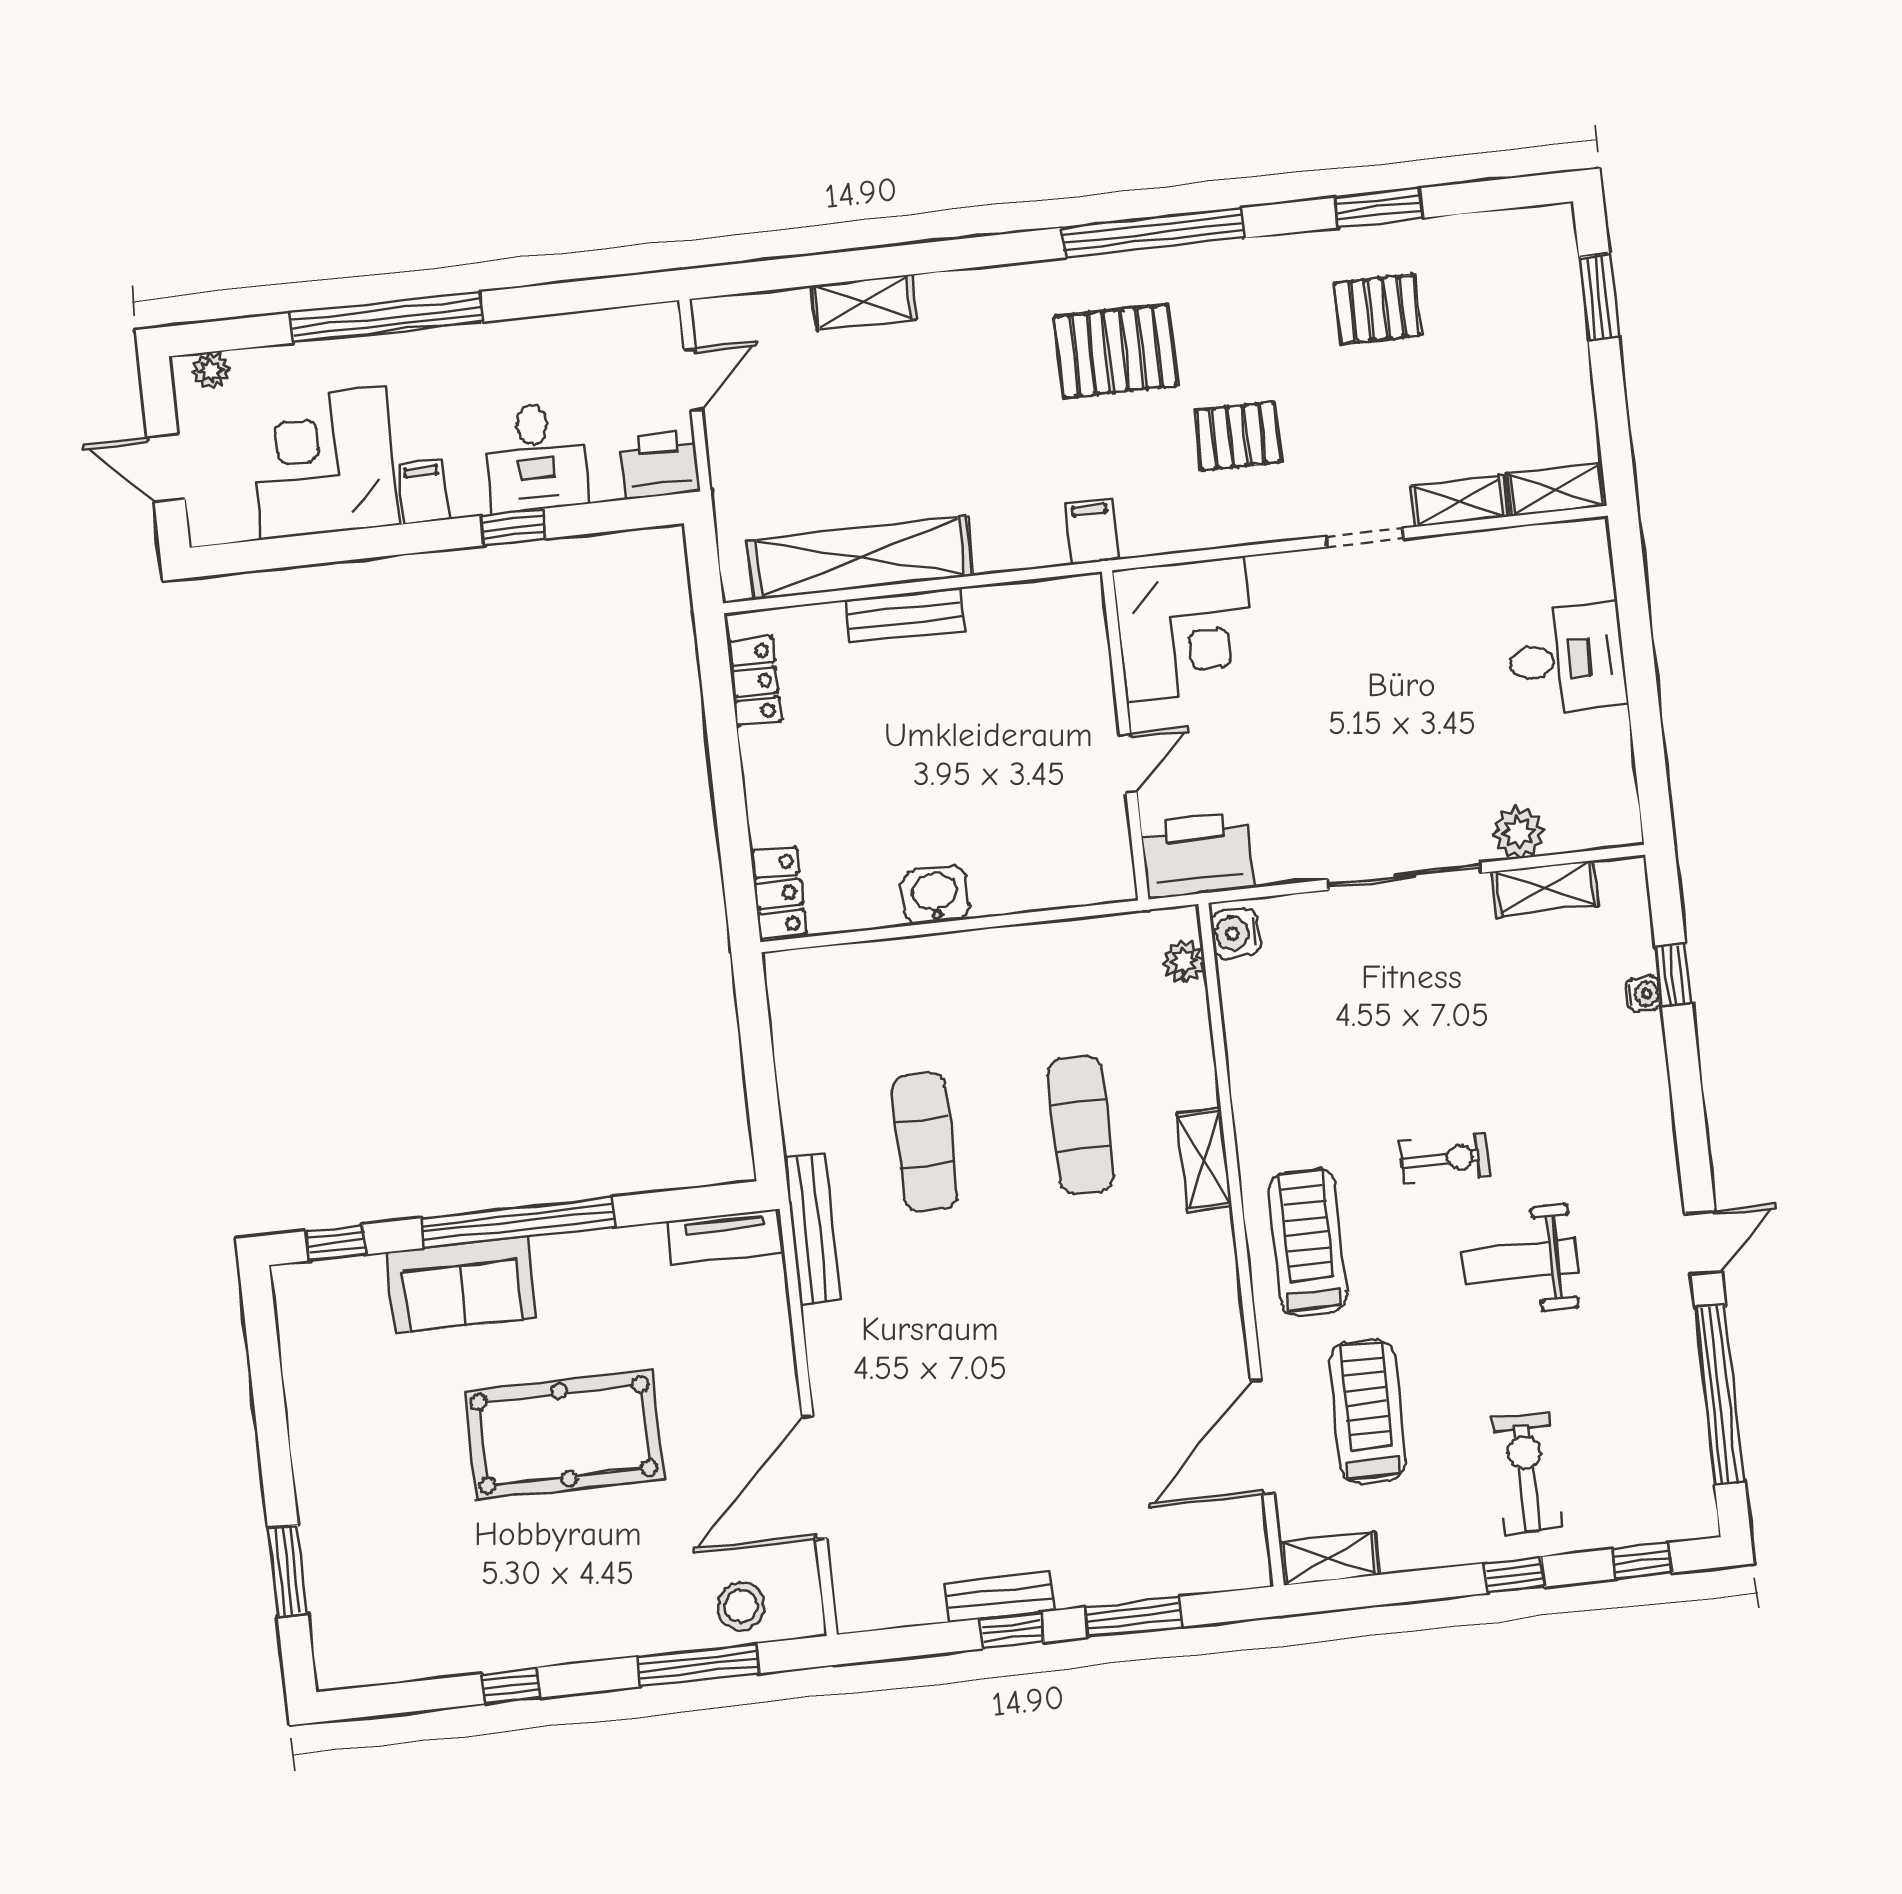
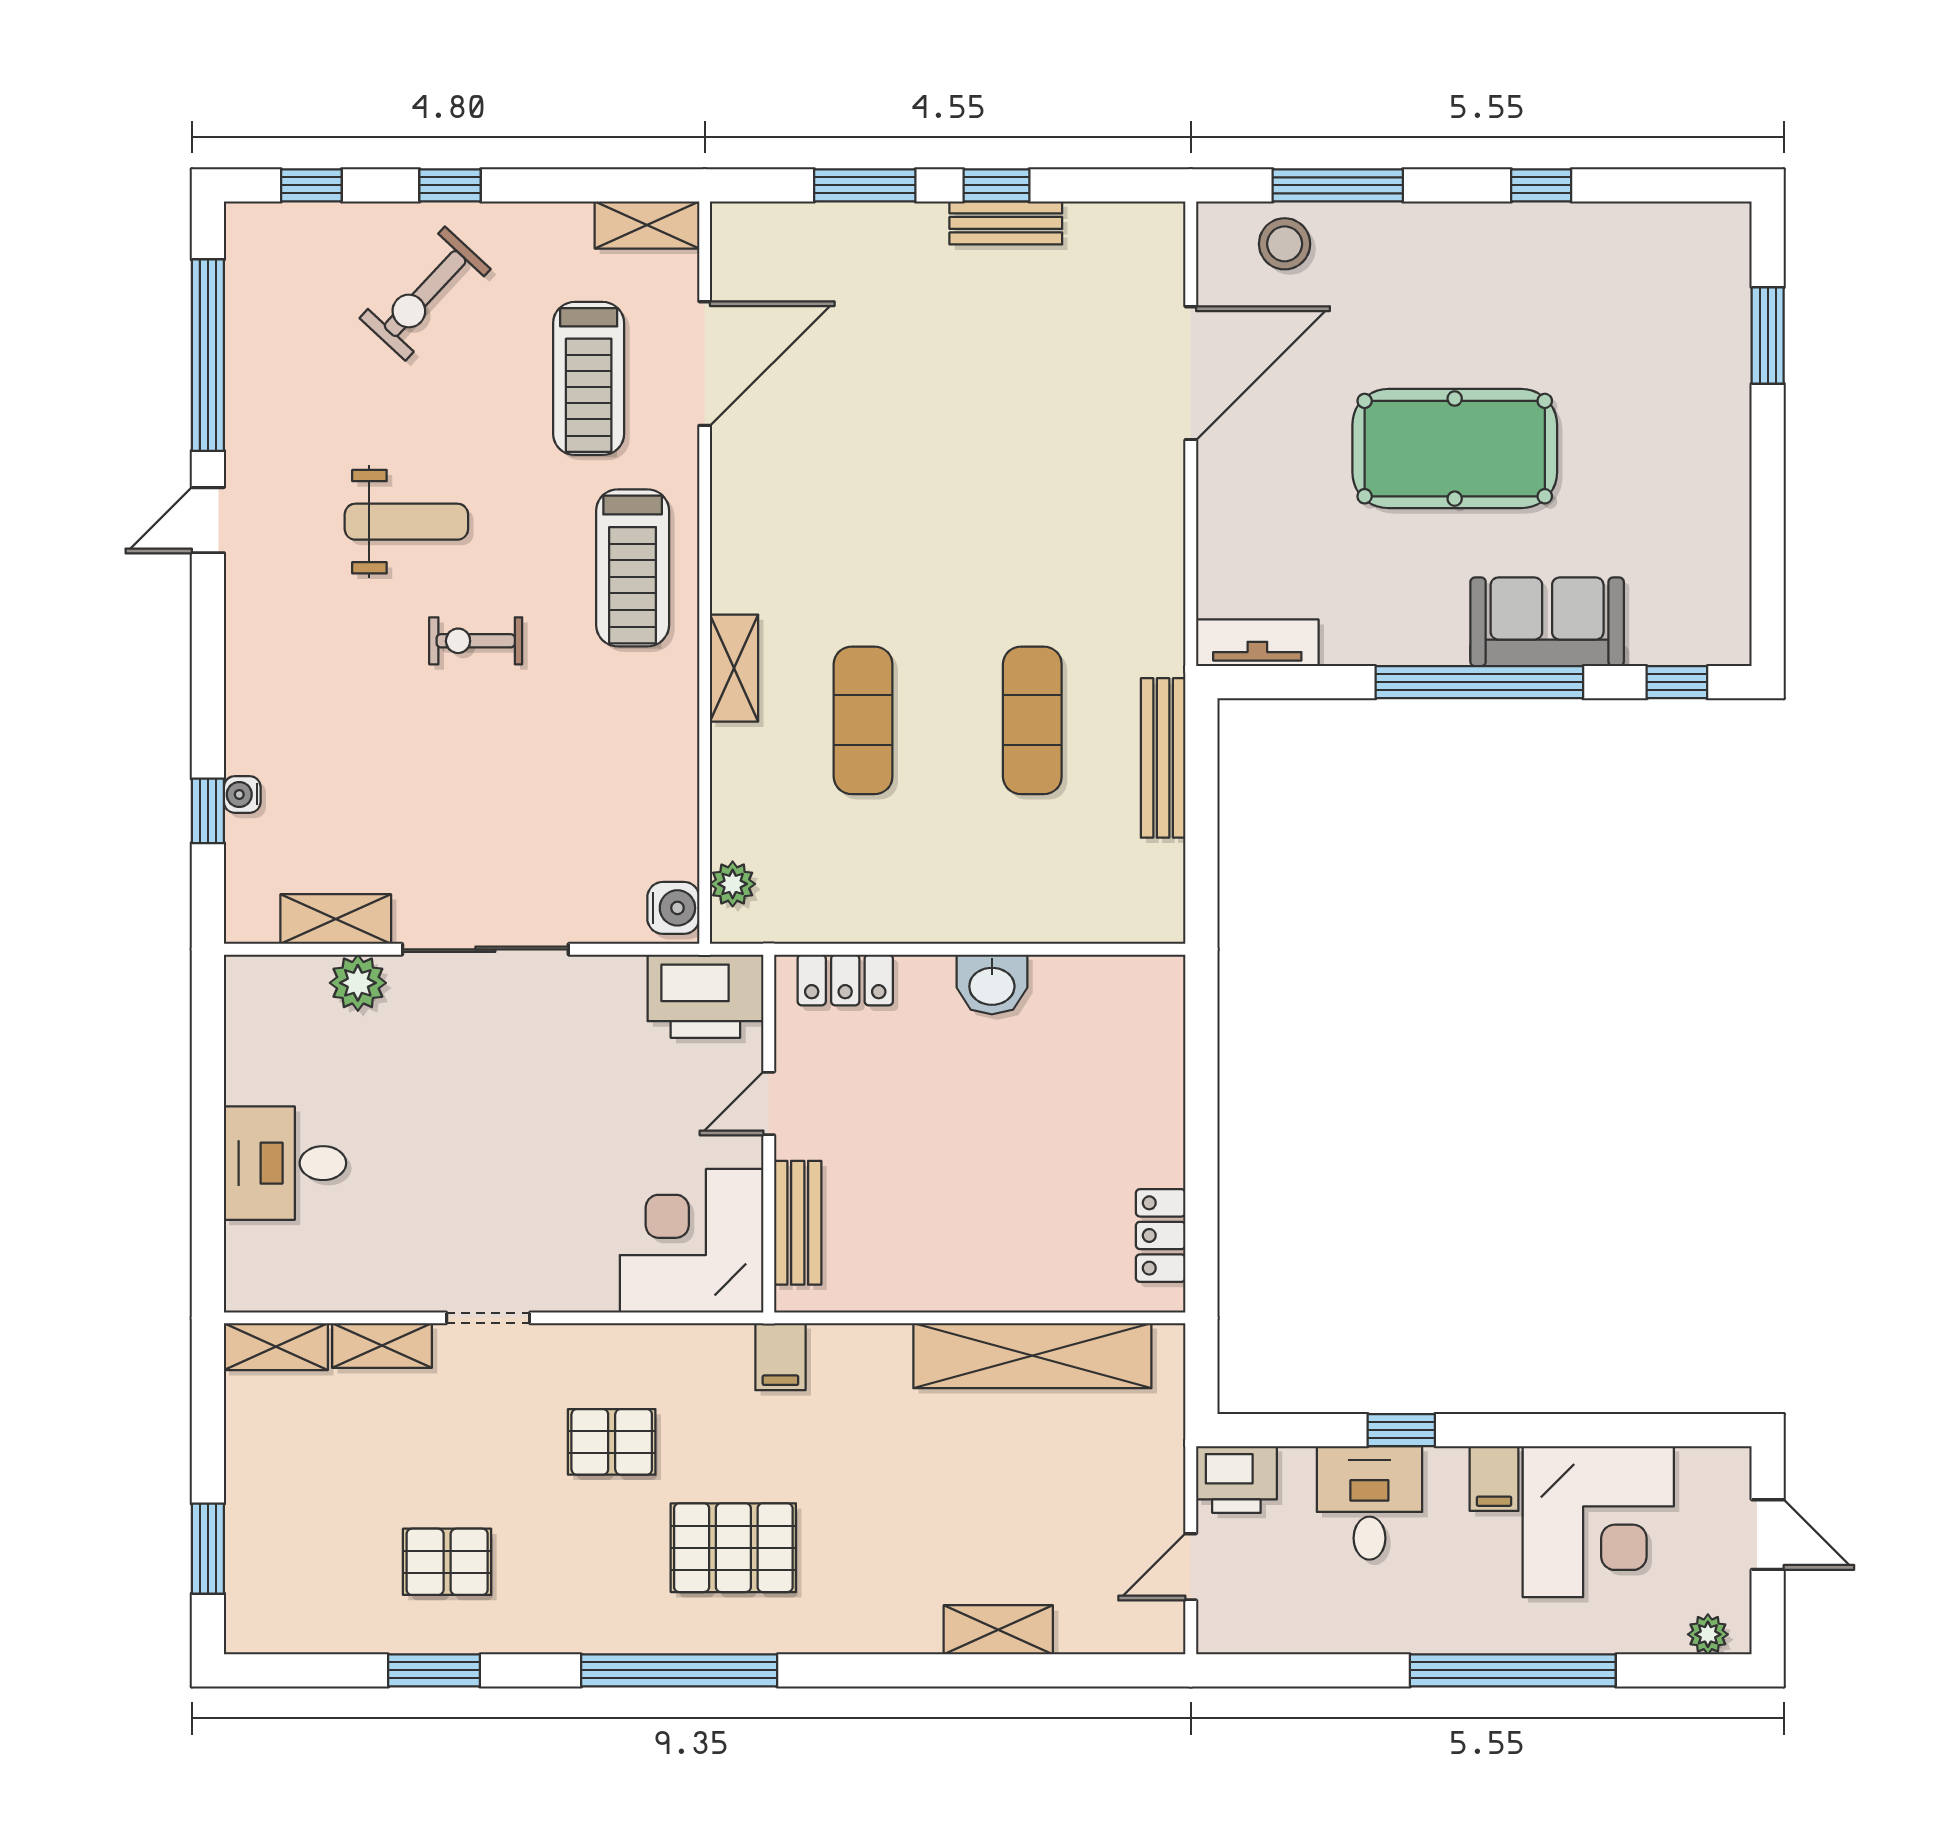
bench: (905, 615) -> (798, 1223), moved, turned 90
locker: (778, 893) -> (845, 980), moved, turned -90
bench: (813, 1229) -> (1163, 758), moved
exercise bike: (1526, 1473) -> (425, 294), turned 43

